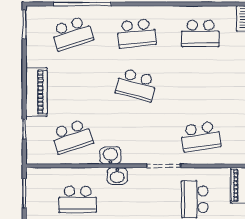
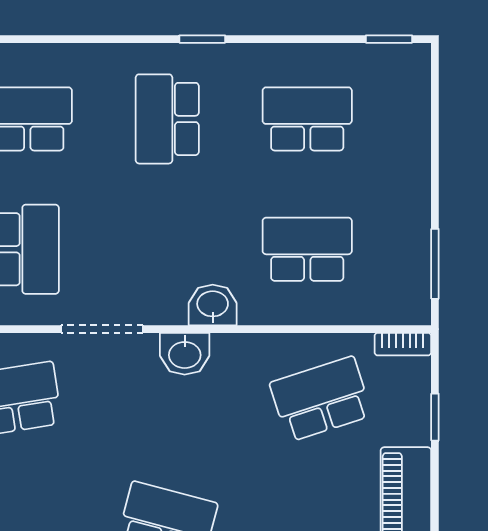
washbasin: (110, 156) -> (185, 354), moved
bookcase: (38, 160) -> (403, 344), added

